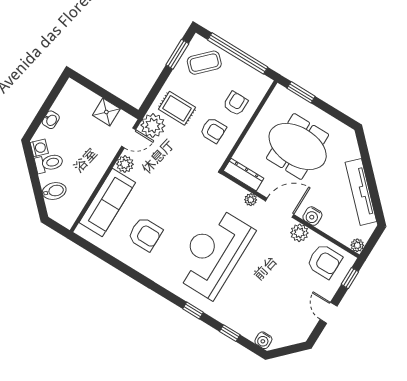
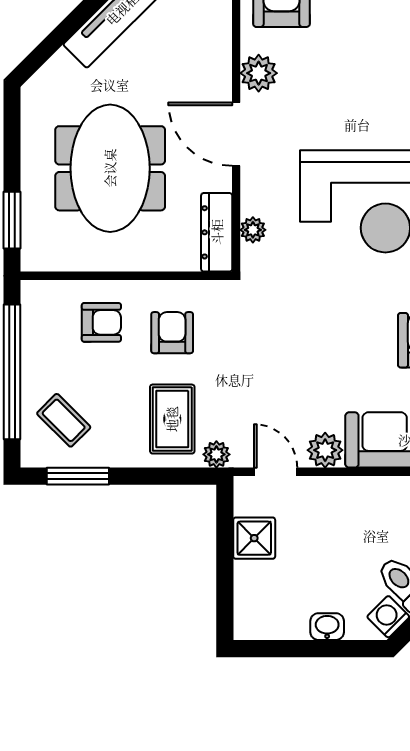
coffee table: (204, 63) -> (64, 420), width x0.73, depth x0.77
armchair: (236, 103) -> (101, 322), turned 180
plant: (153, 126) -> (216, 454), width x0.53, depth x0.53
plant: (251, 200) -> (253, 230), moved
water cooler: (312, 216) -> (215, 68), removed

